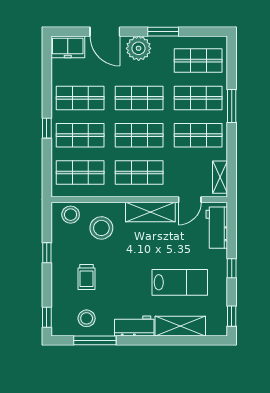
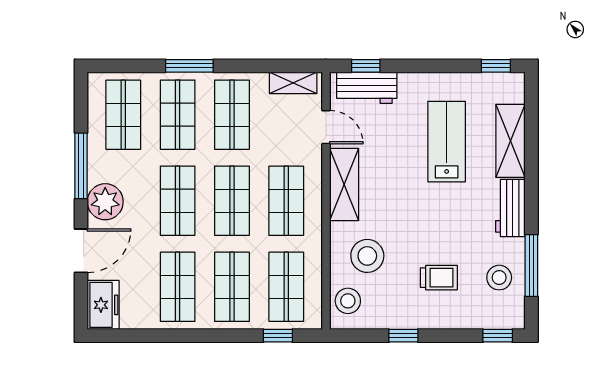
window: (163, 32) -> (81, 166), width x1.44
window: (47, 128) -> (278, 336), moved
window: (232, 268) -> (366, 66), moved

